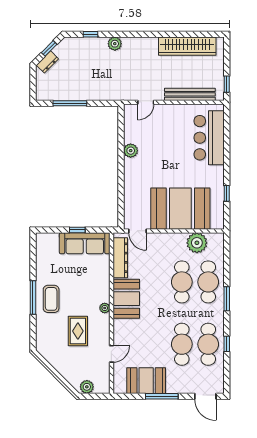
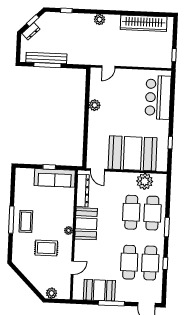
plant: (115, 44) -> (100, 19), moved
bench: (190, 94) -> (46, 58), moved
rug: (78, 331) -> (46, 248), turned 90

